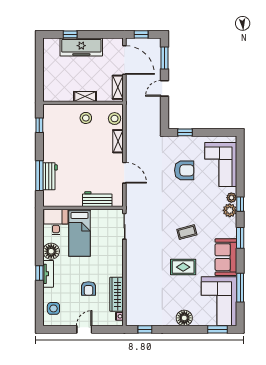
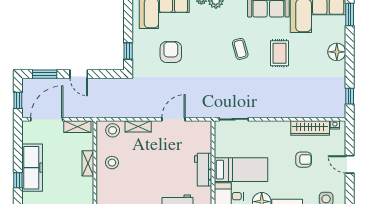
workbench: (97, 199) -> (203, 170), moved

